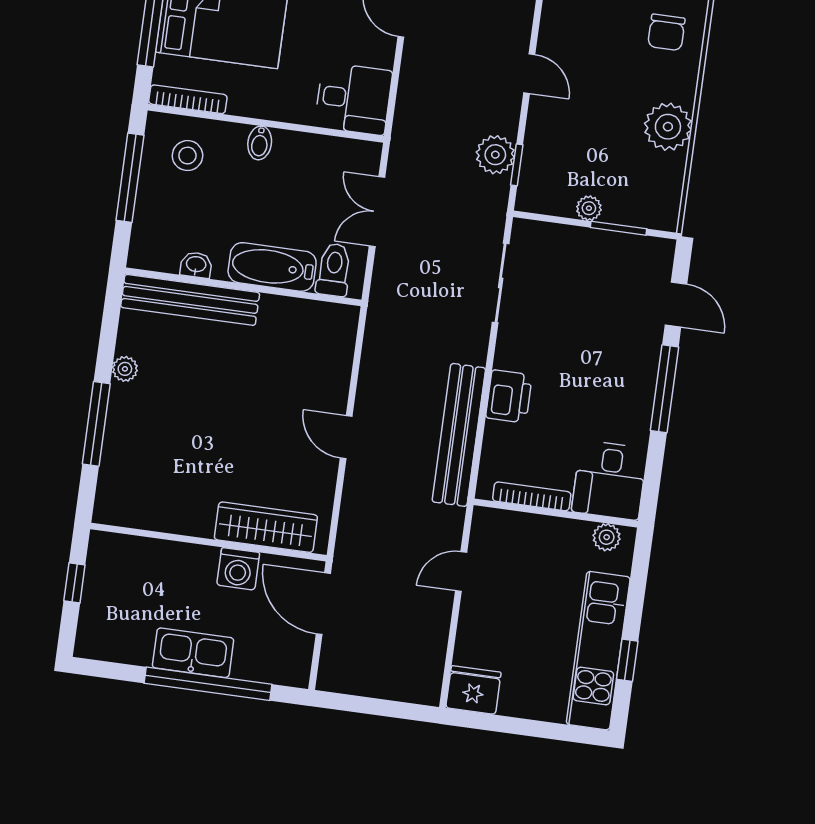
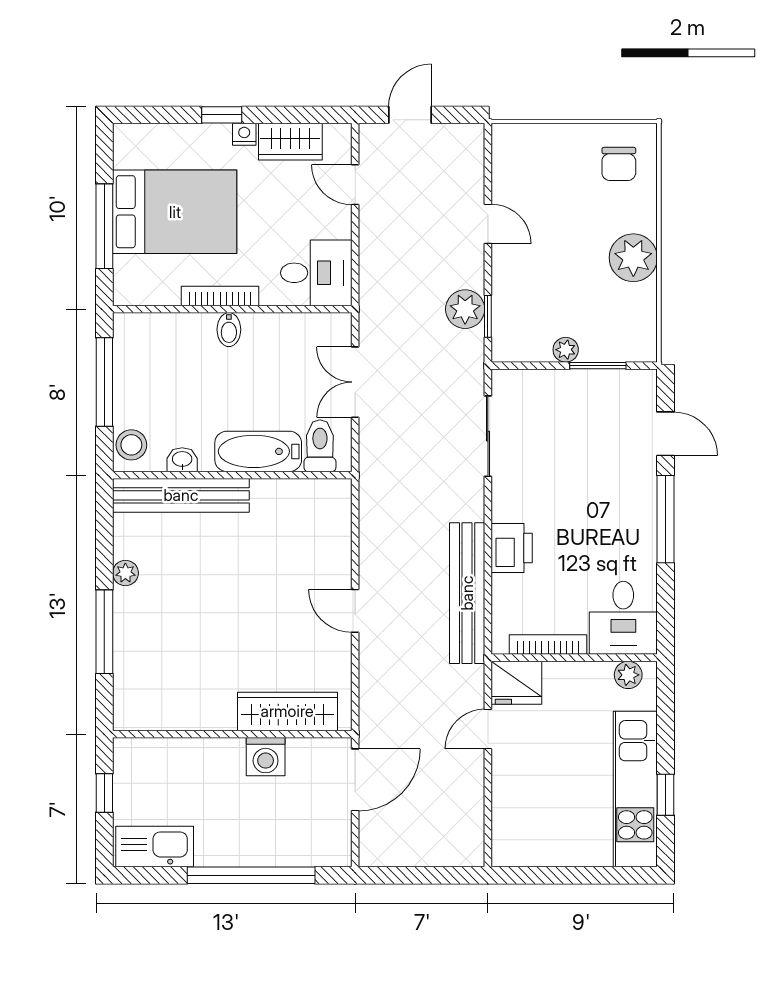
bookcase: (188, 99) -> (220, 296), moved
stool: (187, 156) -> (131, 445), moved
door: (323, 604) -> (355, 780), swing flipped
kitchen sink: (193, 653) -> (155, 846), moved
fridge: (473, 690) -> (516, 683), moved, turned 180

